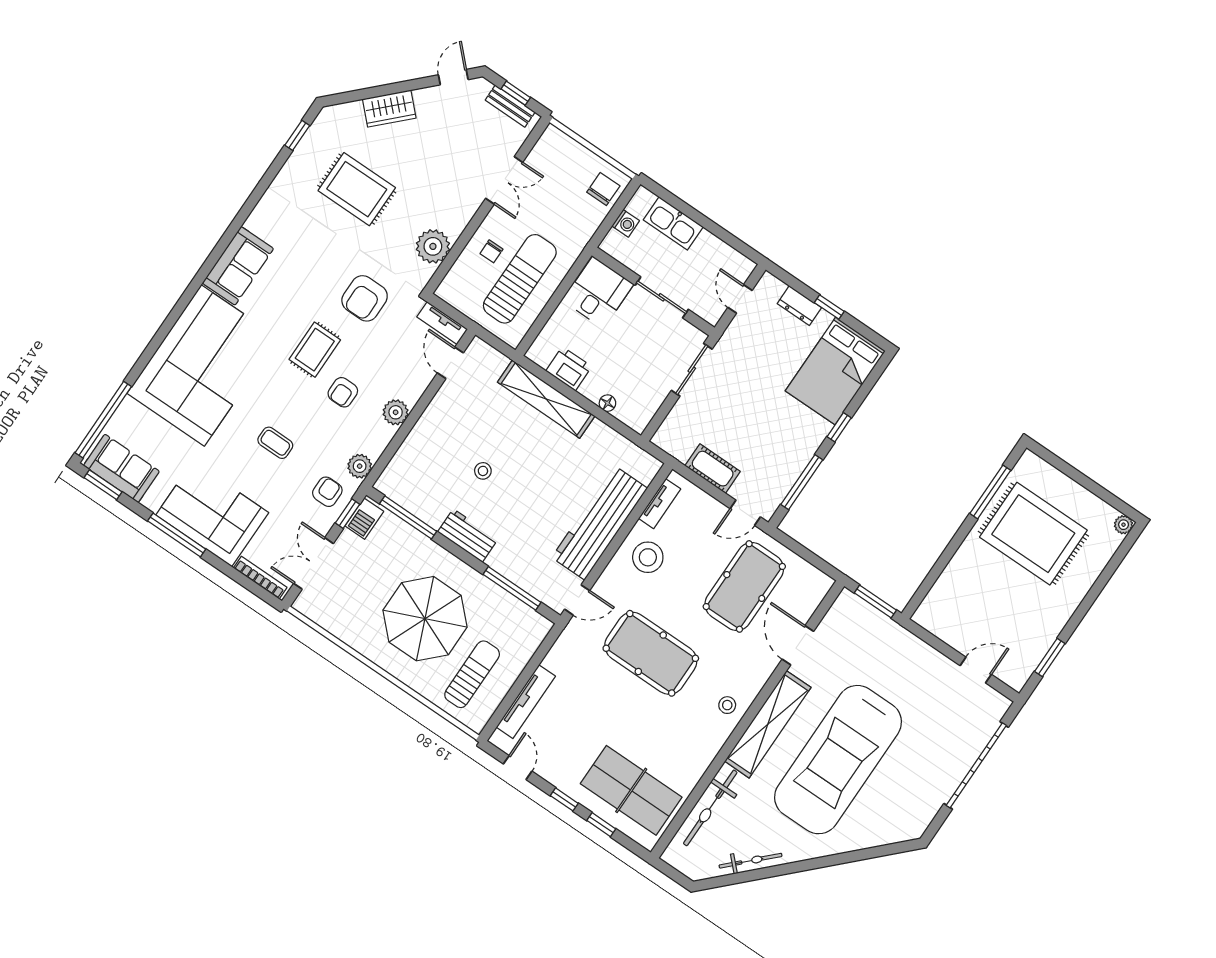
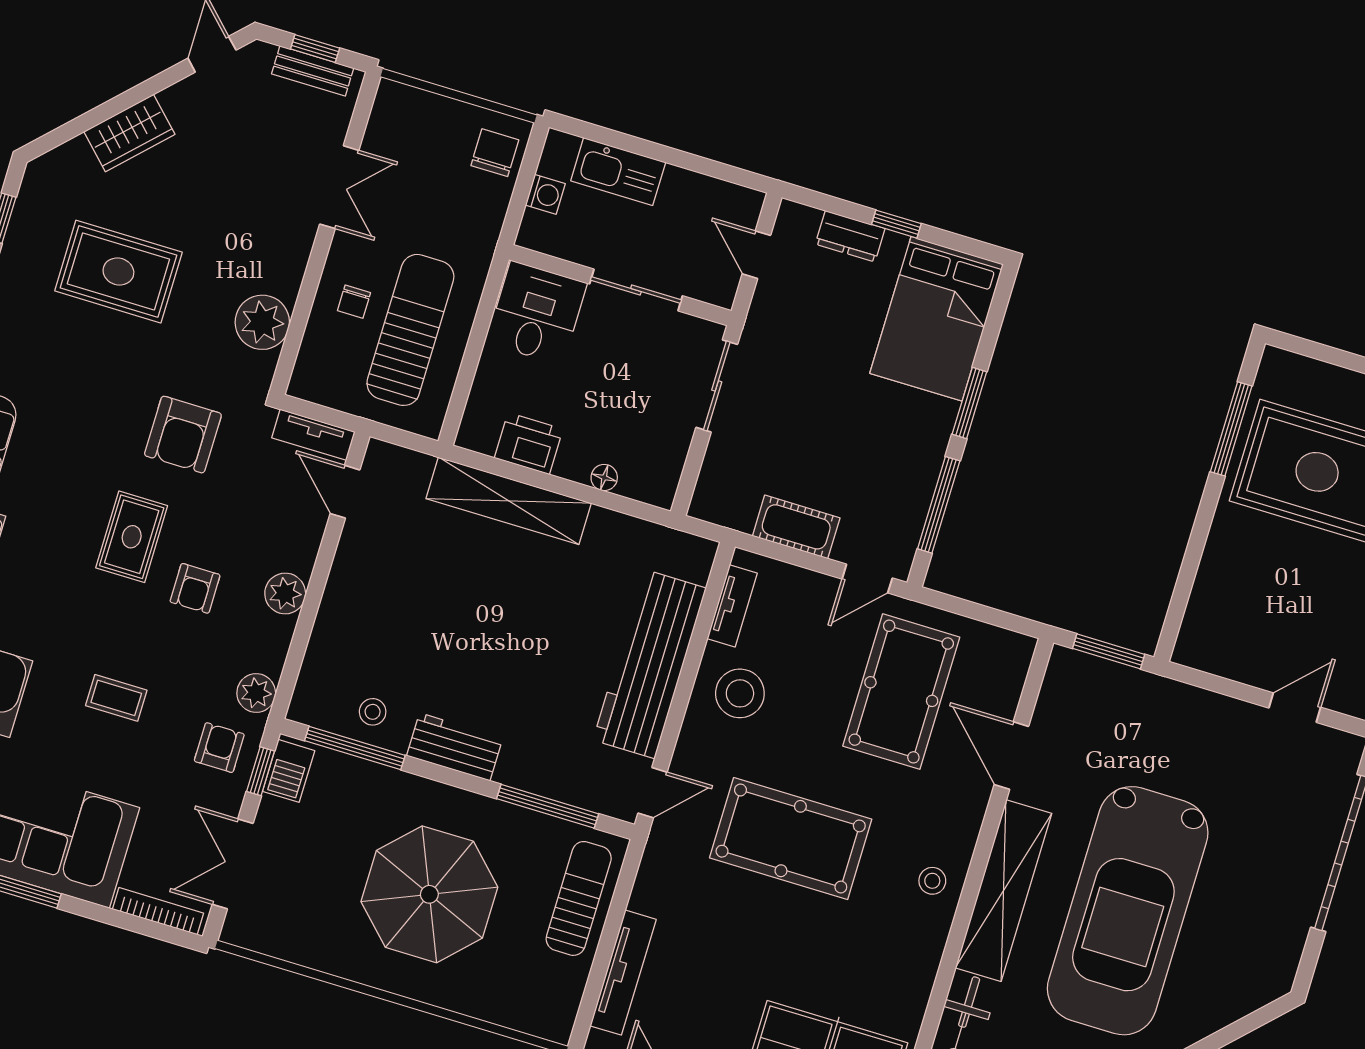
window: (839, 427) -> (969, 403), width x1.50
stool: (483, 471) -> (373, 712), moved
sun lounger: (472, 674) -> (579, 898), moved

